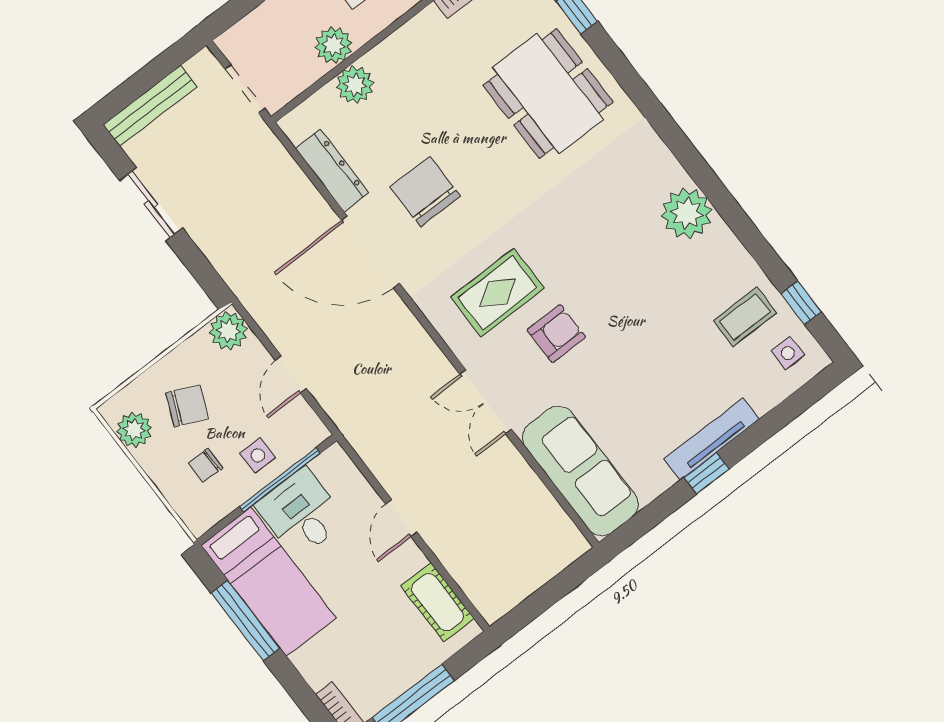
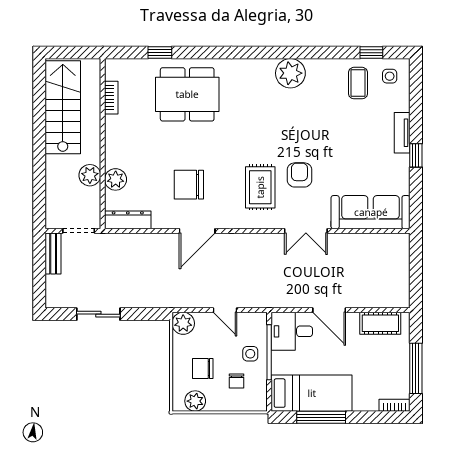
bench: (150, 106) -> (53, 254), moved, width x0.73
dresser: (332, 171) -> (128, 220), moved
door: (370, 252) -> (197, 231), width x0.73
chair: (187, 406) -> (203, 368), turned -114
tv unit: (712, 439) -> (402, 133), width x0.71
desk: (301, 513) -> (292, 331), moved
door: (401, 518) -> (329, 310), width x1.38

